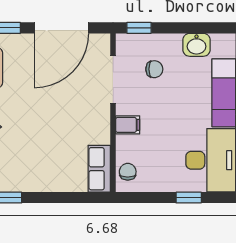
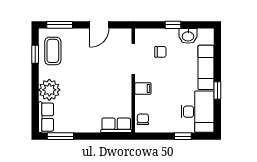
door: (61, 28) -> (99, 25), width x0.53
window: (139, 28) -> (173, 25), moved
row of seats: (99, 169) -> (116, 125), moved, turned 90

